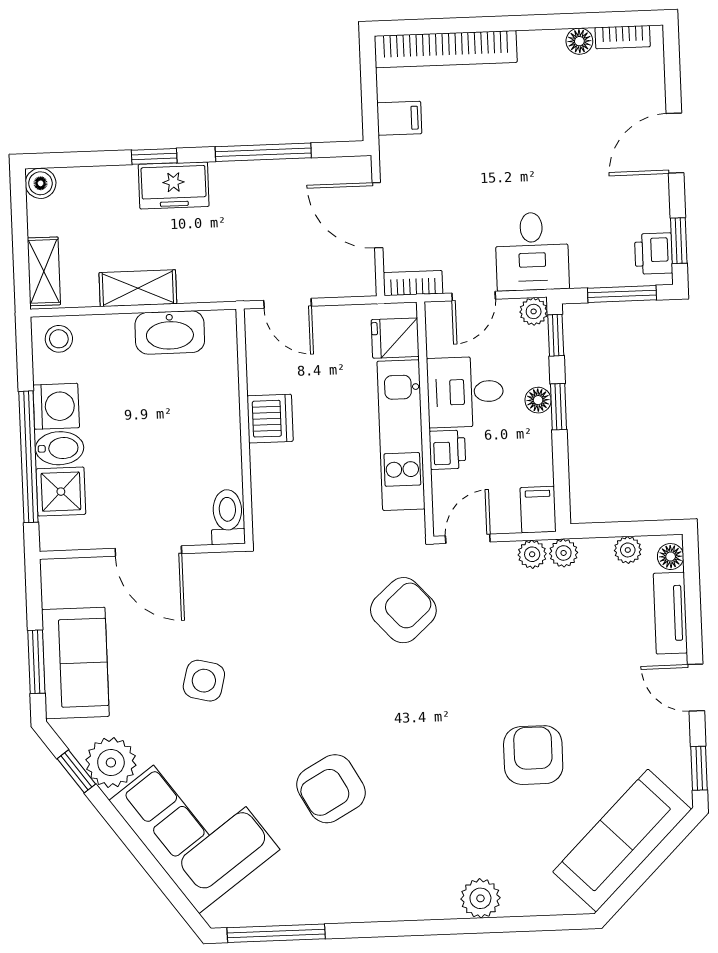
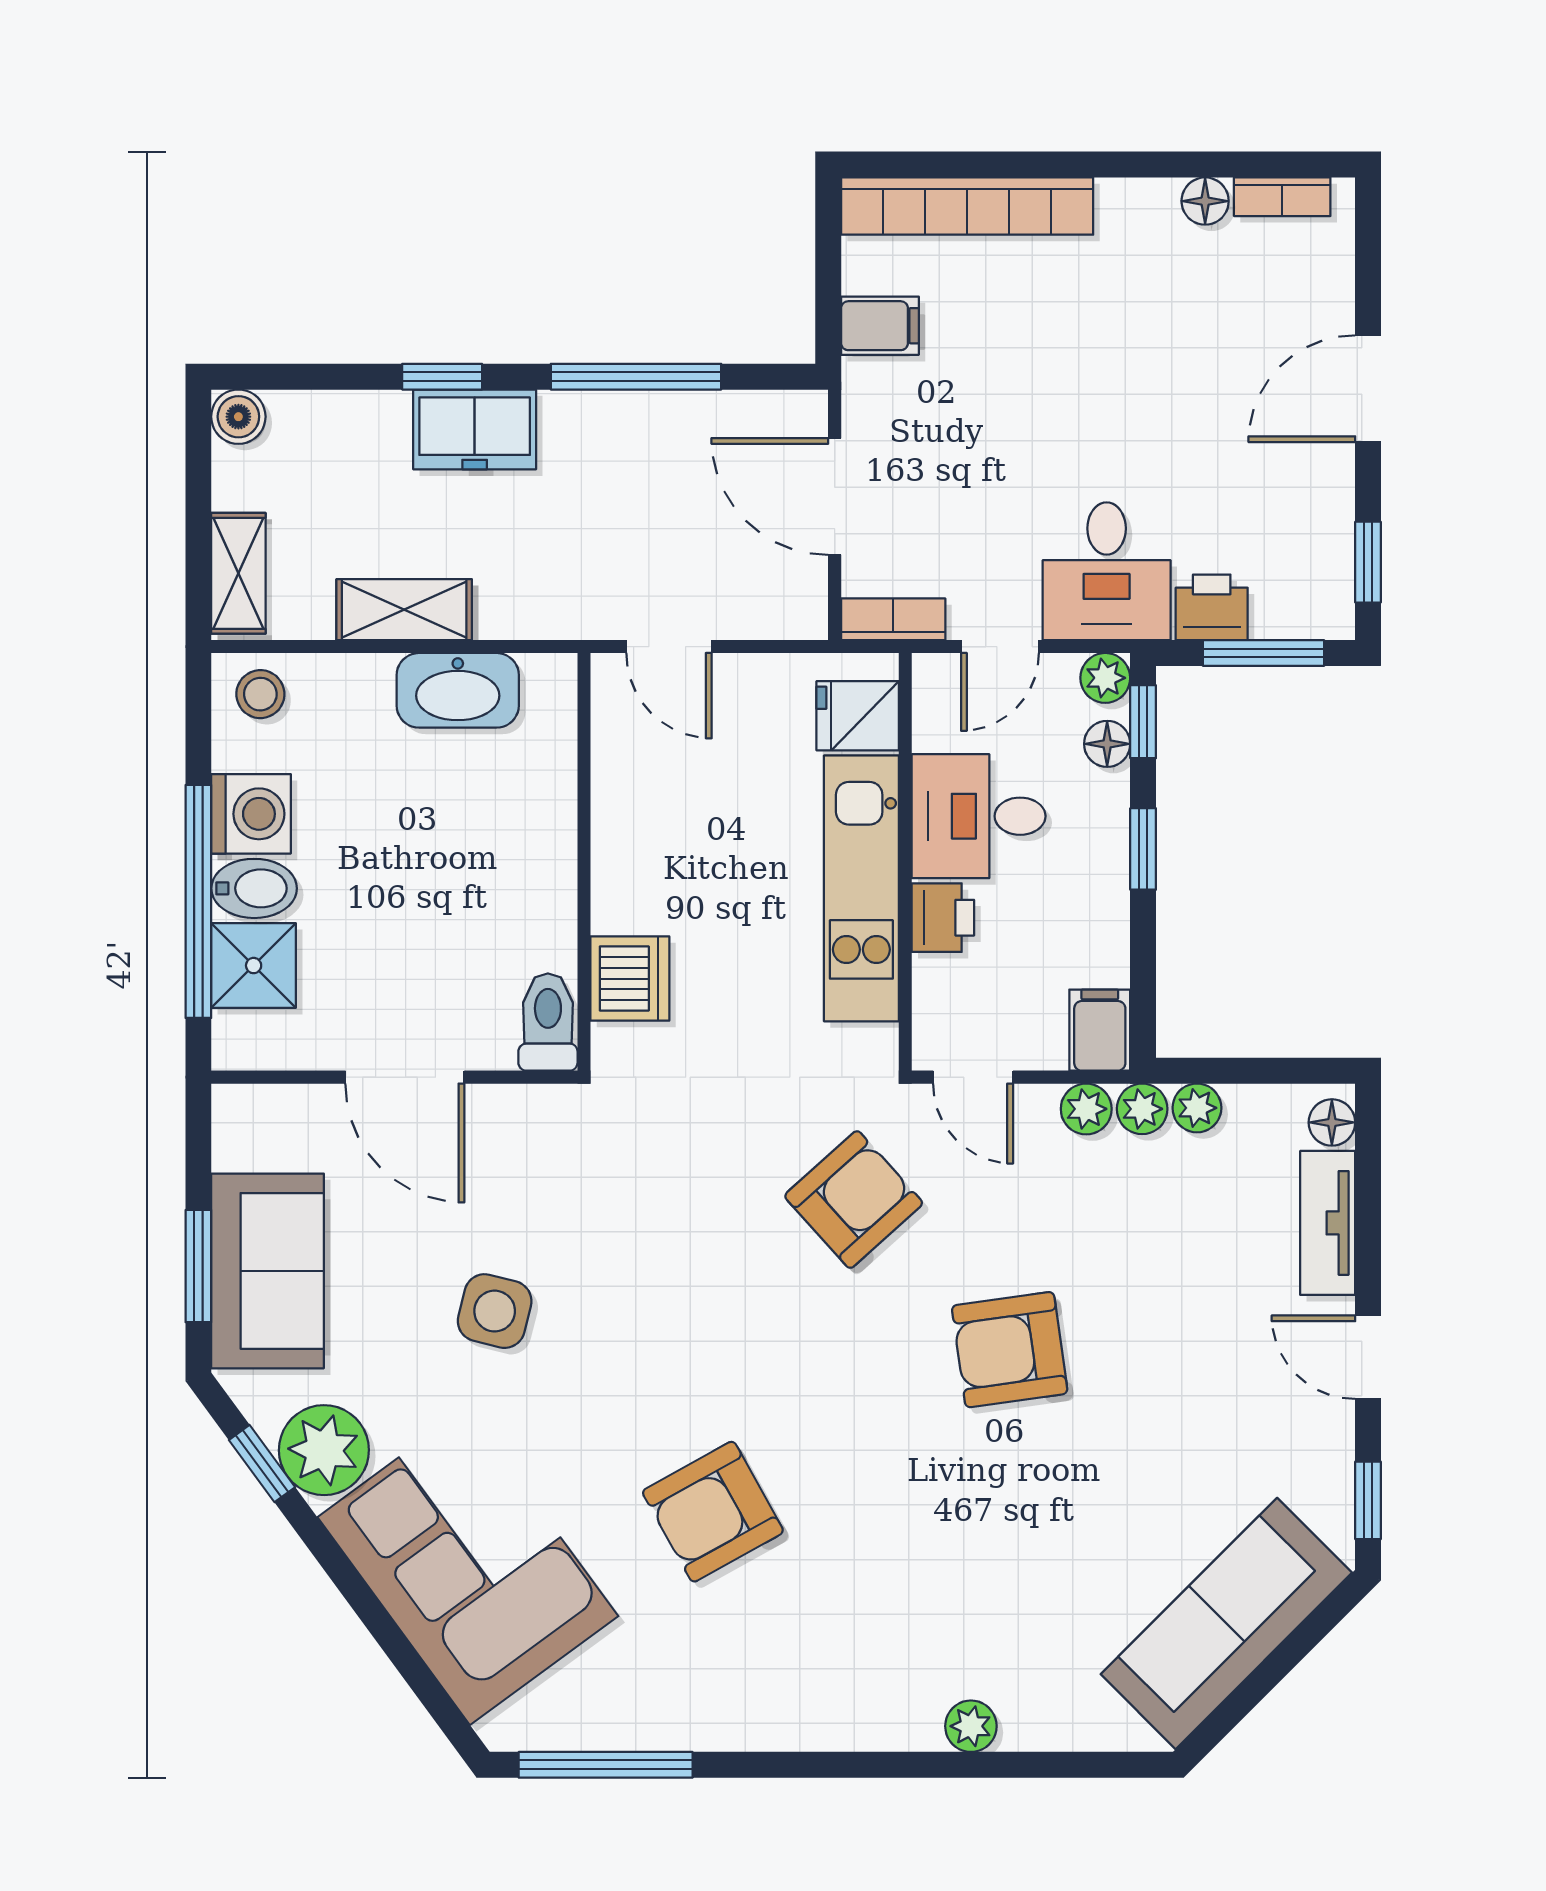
printer: (654, 254) -> (1212, 607), moved, turned 90
floor lamp: (538, 400) -> (1107, 744), moved
dishwasher: (270, 419) -> (630, 979), moved
door: (468, 539) -> (973, 1077), swing flipped
plant: (628, 550) -> (1197, 1108), moved
armchair: (533, 755) -> (1010, 1350), moved, turned -98
plant: (480, 898) -> (971, 1726), width x0.73, depth x0.73

